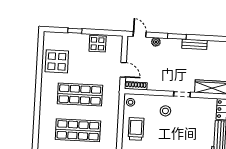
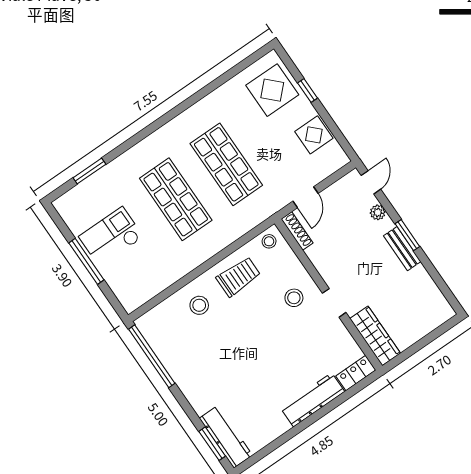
bench: (194, 44) -> (402, 249), moved
display table: (57, 61) -> (272, 90), moved

